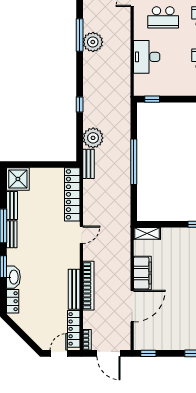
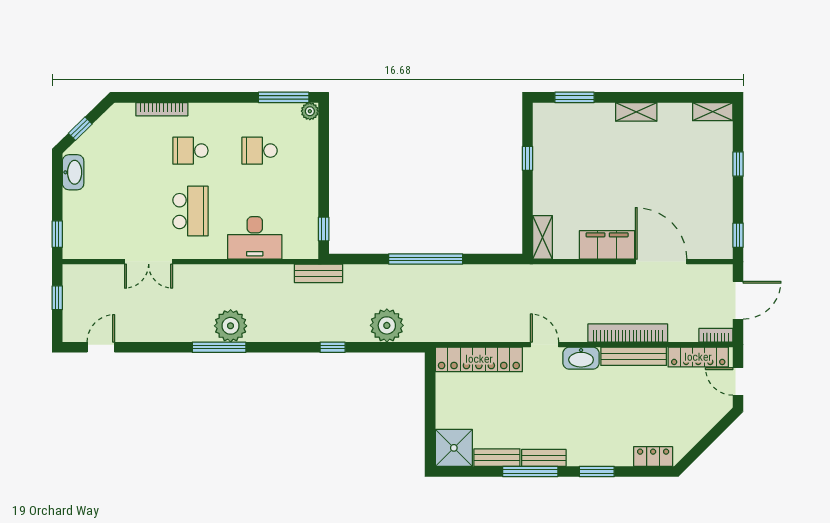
bench: (88, 164) -> (318, 273), moved
washbasin: (13, 277) -> (581, 358), moved, turned 180

